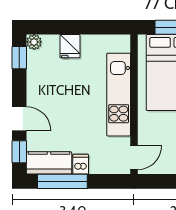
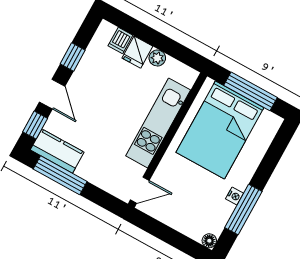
plant: (34, 42) -> (157, 58), moved
window: (19, 58) -> (73, 57), moved
dishwasher: (81, 164) -> (120, 41), moved, turned 180

